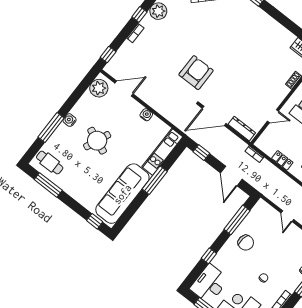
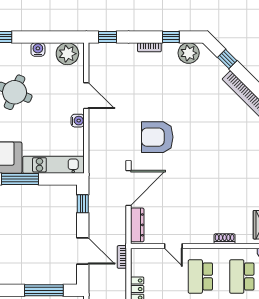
armchair: (196, 73) -> (157, 137), turned 180
door: (124, 89) -> (86, 96), moved
door: (214, 116) -> (129, 188), swing flipped
water cooler: (70, 120) -> (38, 49), moved
door: (231, 176) -> (83, 251), swing flipped

